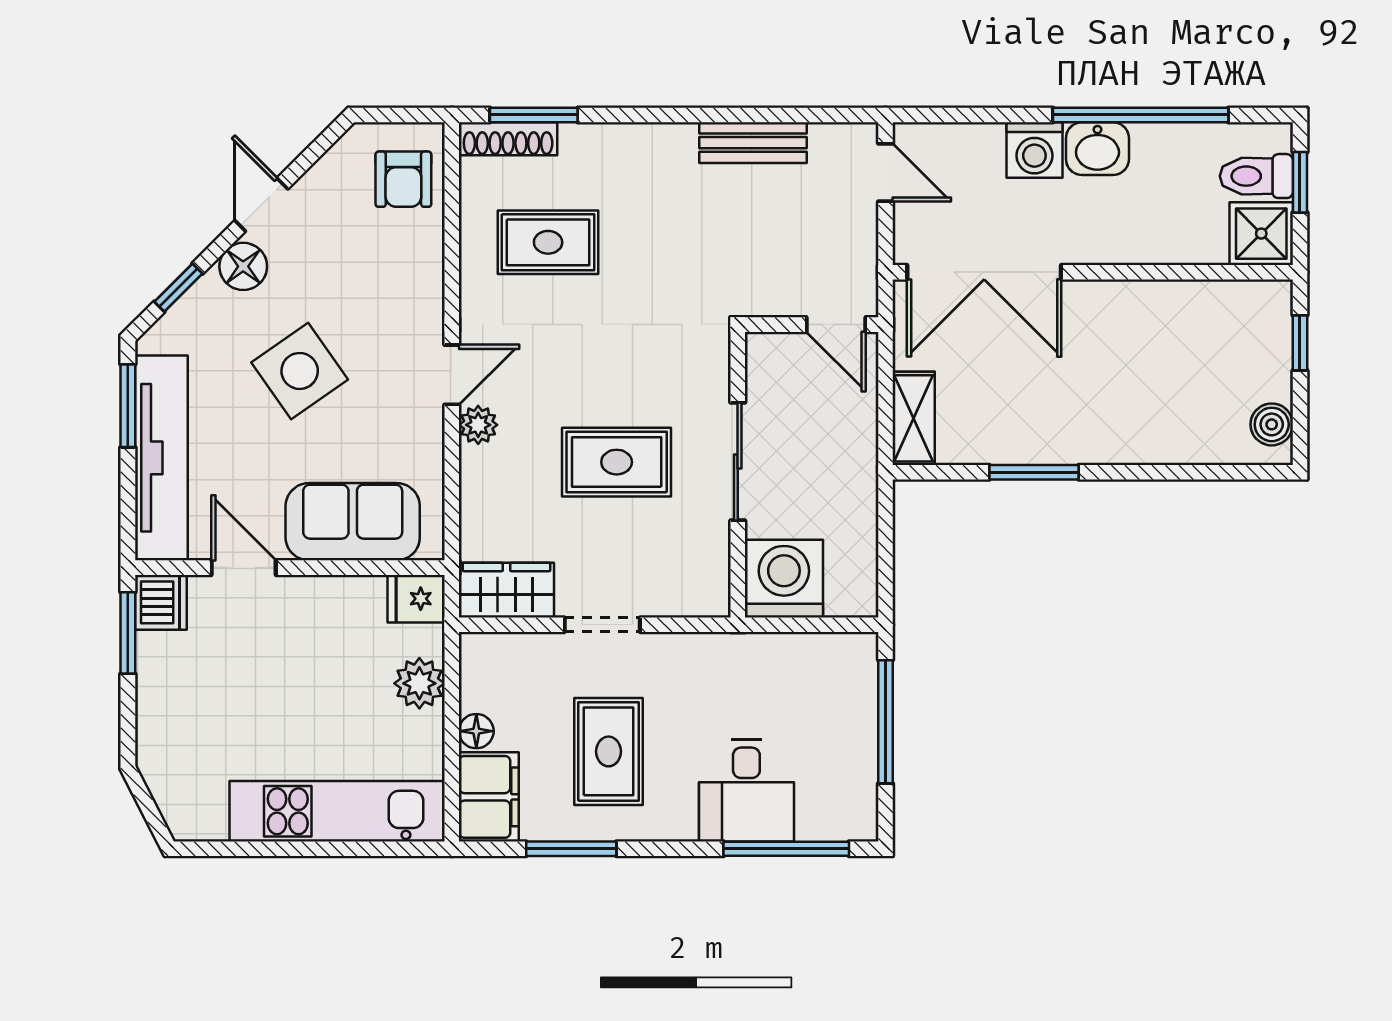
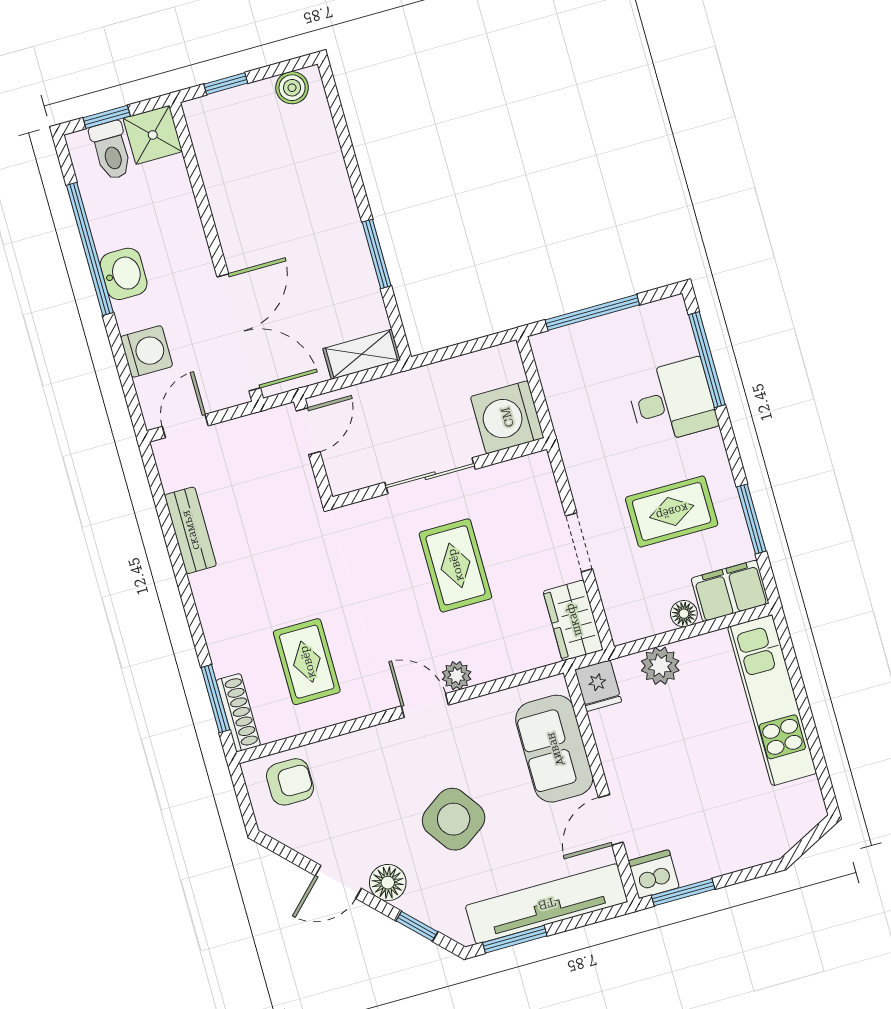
washing machine: (1034, 150) -> (146, 351), moved

